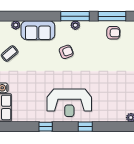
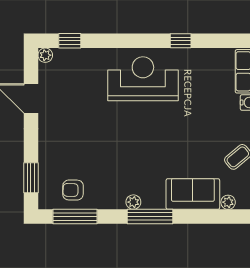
window: (75, 16) -> (150, 216), moved
armchair: (66, 52) -> (148, 160), removed
window: (85, 127) -> (70, 41), moved

